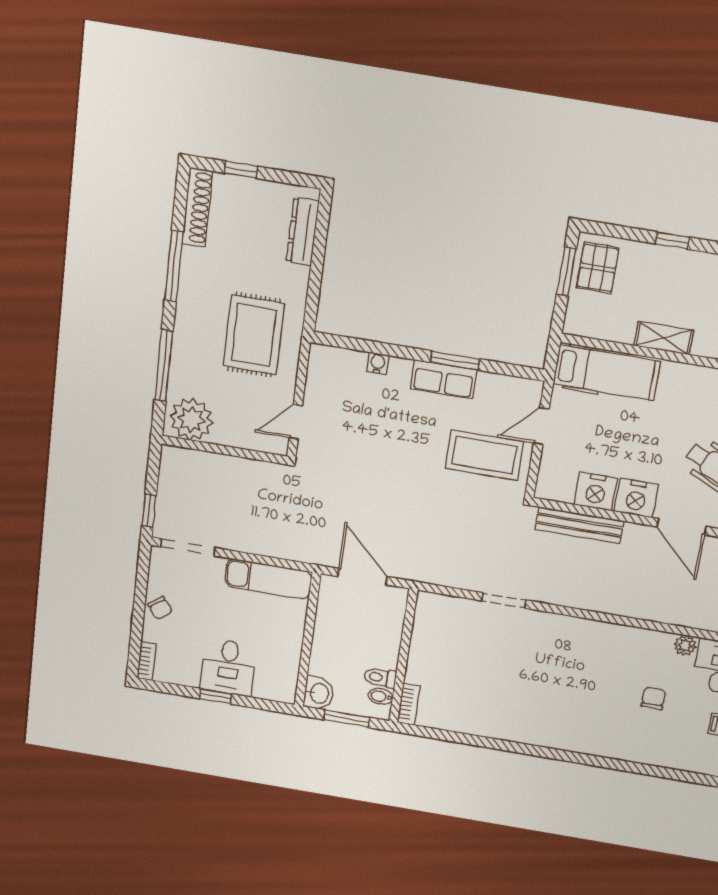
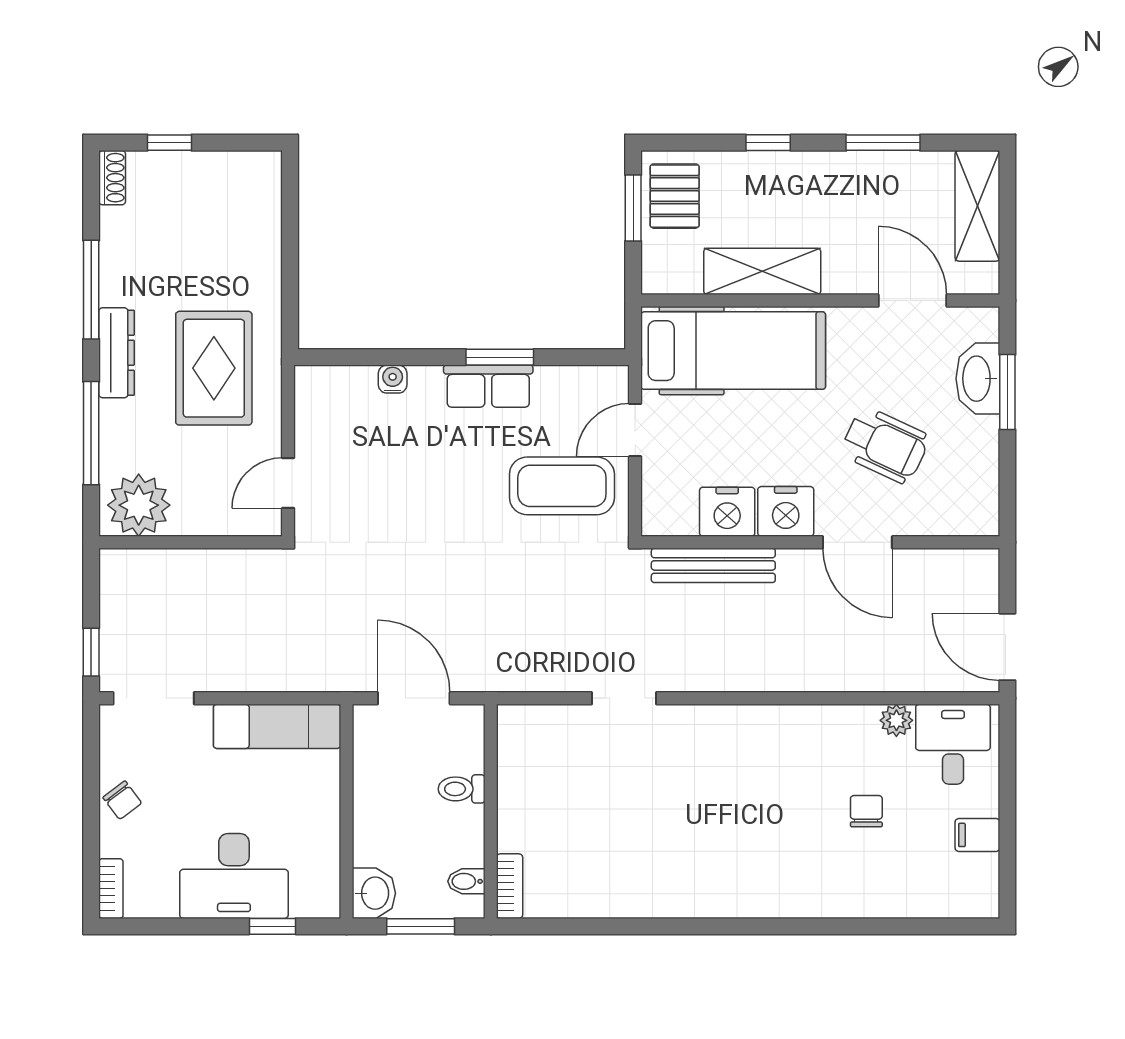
shoe rack: (197, 207) -> (112, 178), width x0.51, depth x0.81
dresser: (303, 232) -> (117, 353), moved, turned 180
shelving: (664, 338) -> (762, 271), width x1.50, depth x1.33
hospital bed: (607, 373) -> (733, 351), width x1.37, depth x1.29
desk: (228, 667) -> (234, 876), width x1.37
toilet: (380, 678) -> (462, 789), moved
window: (216, 696) -> (272, 926), moved

